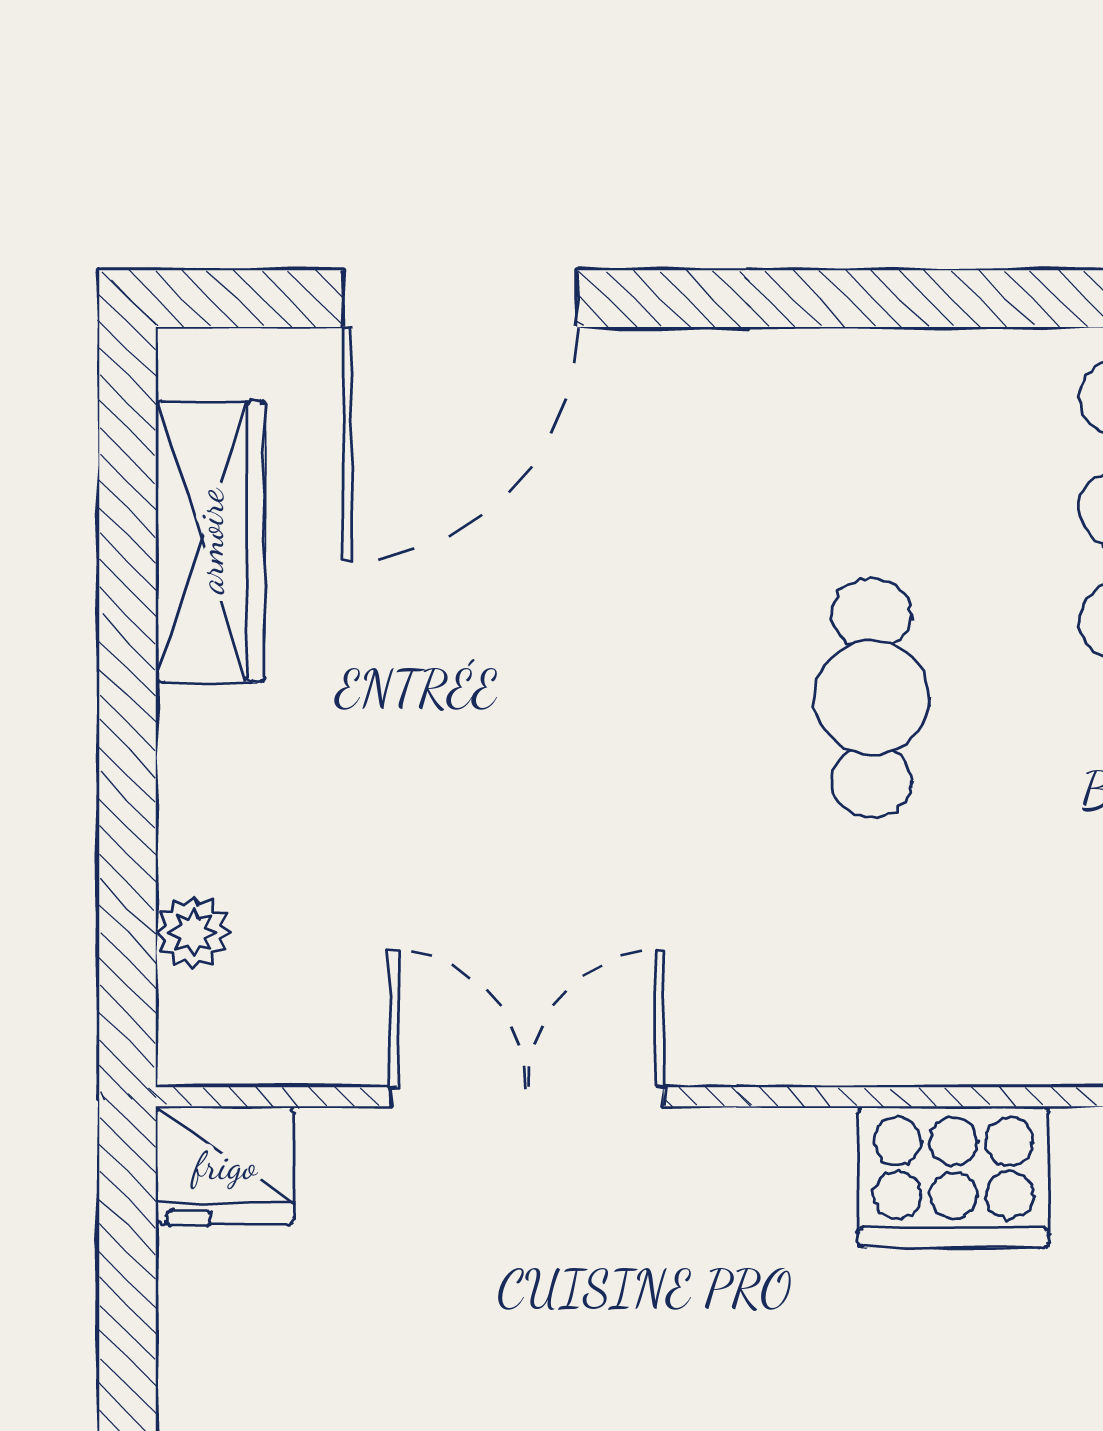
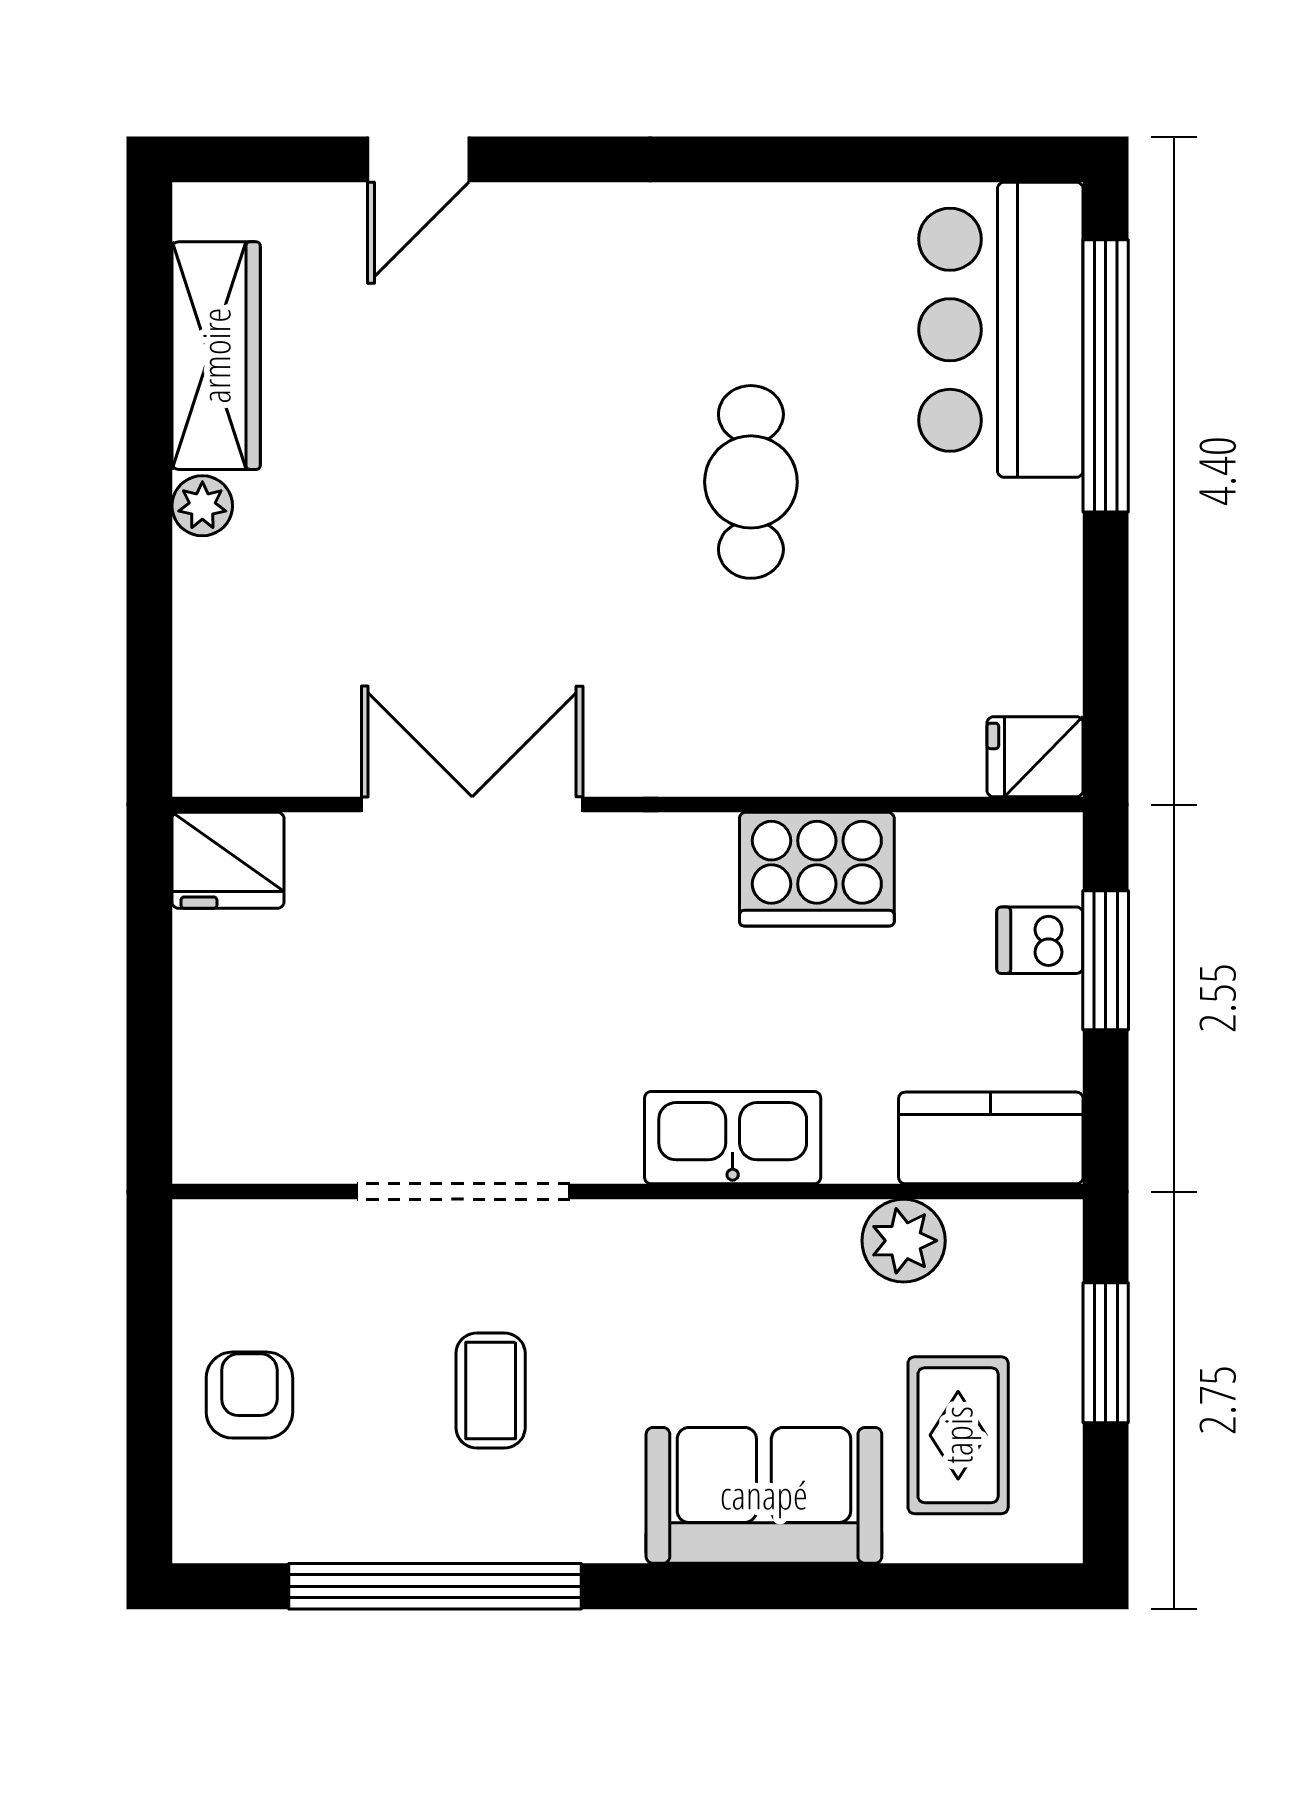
door: (460, 299) -> (418, 159), width x0.53
plant: (193, 932) -> (202, 506), moved

